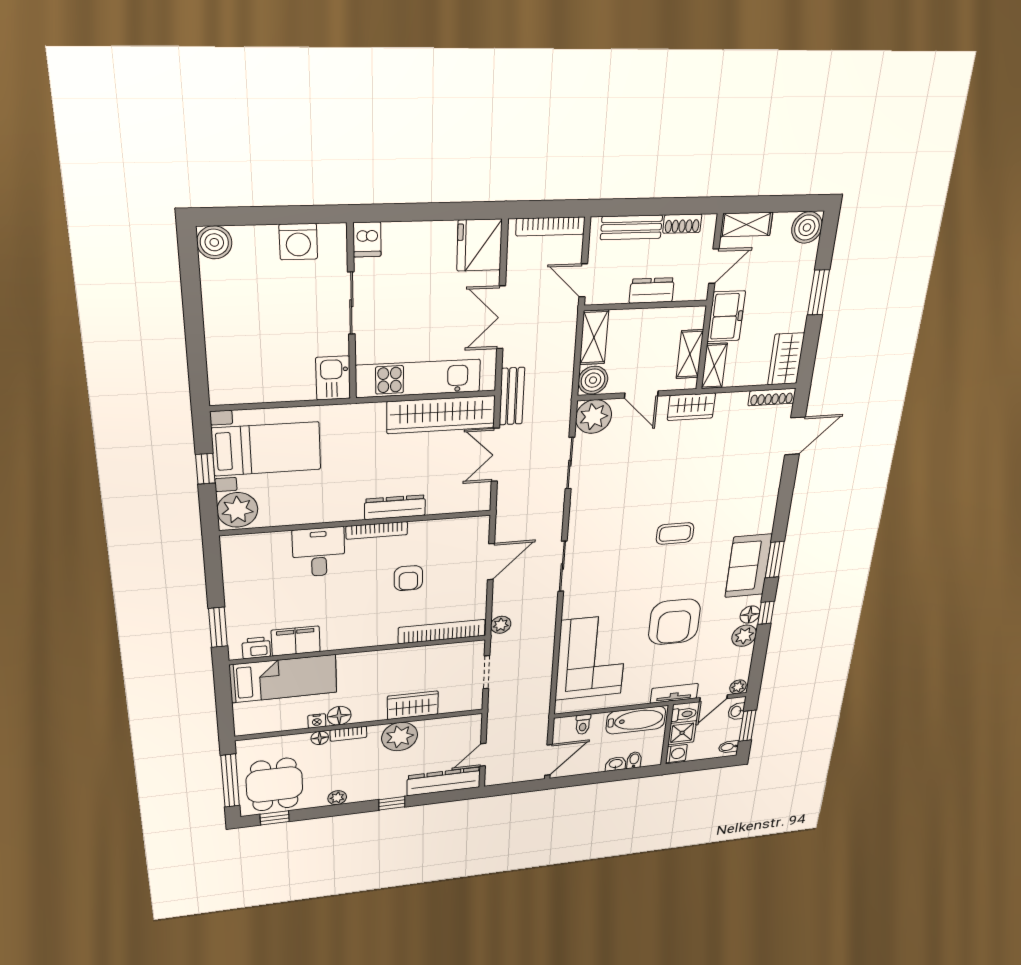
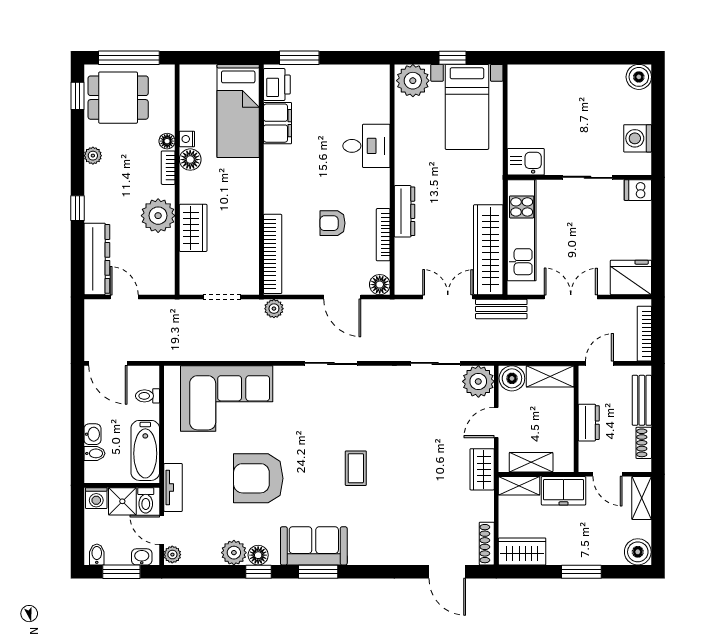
floor lamp: (479, 526) -> (380, 285), added
bookcase: (377, 530) -> (383, 235), moved
printer: (256, 648) -> (277, 85), width x1.36, depth x1.24

